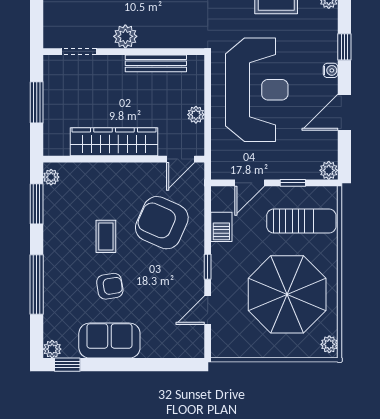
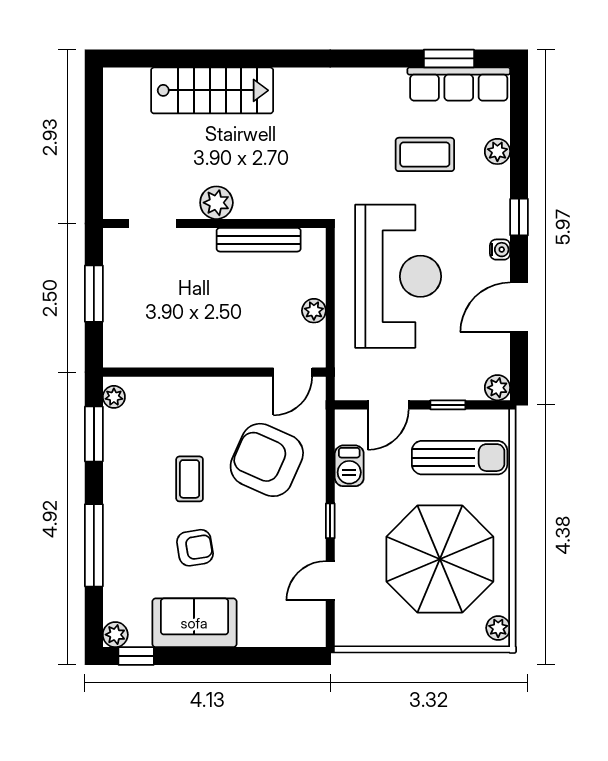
wardrobe: (114, 142) -> (201, 348), removed

